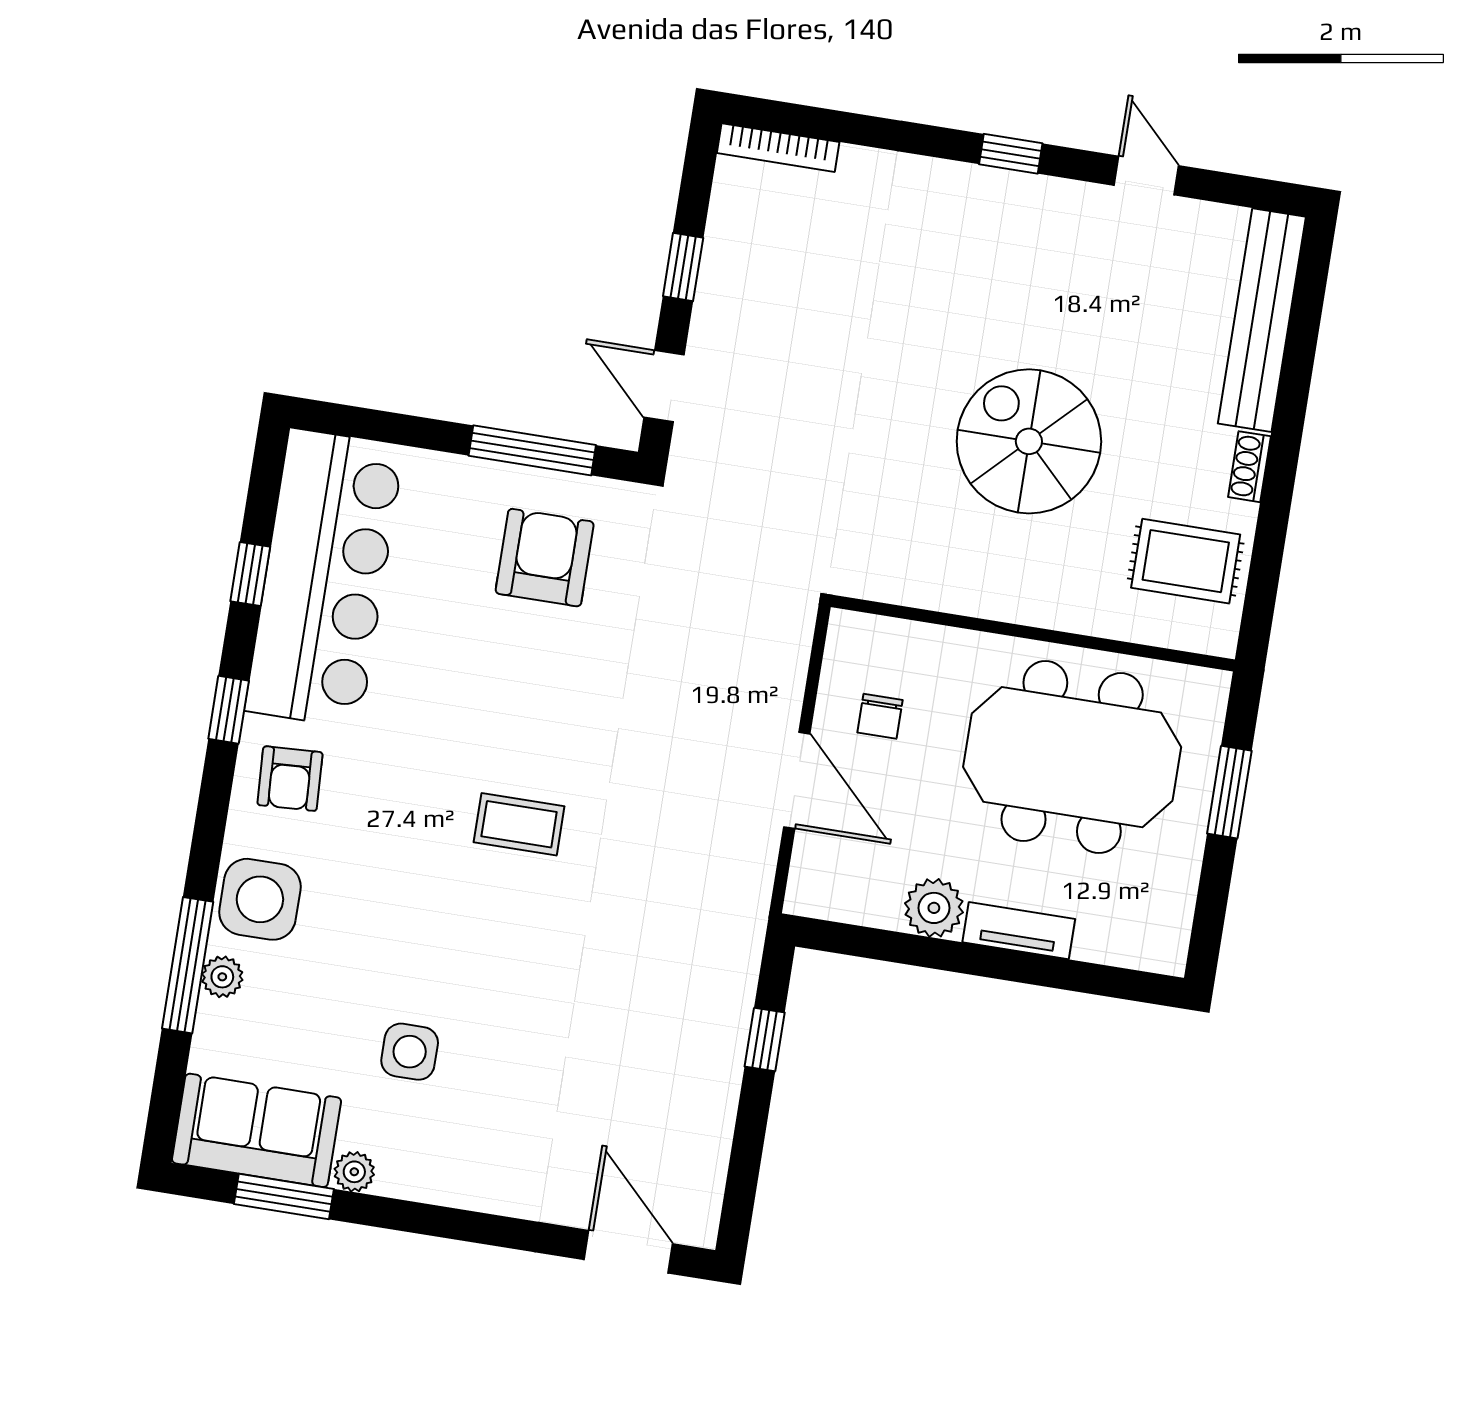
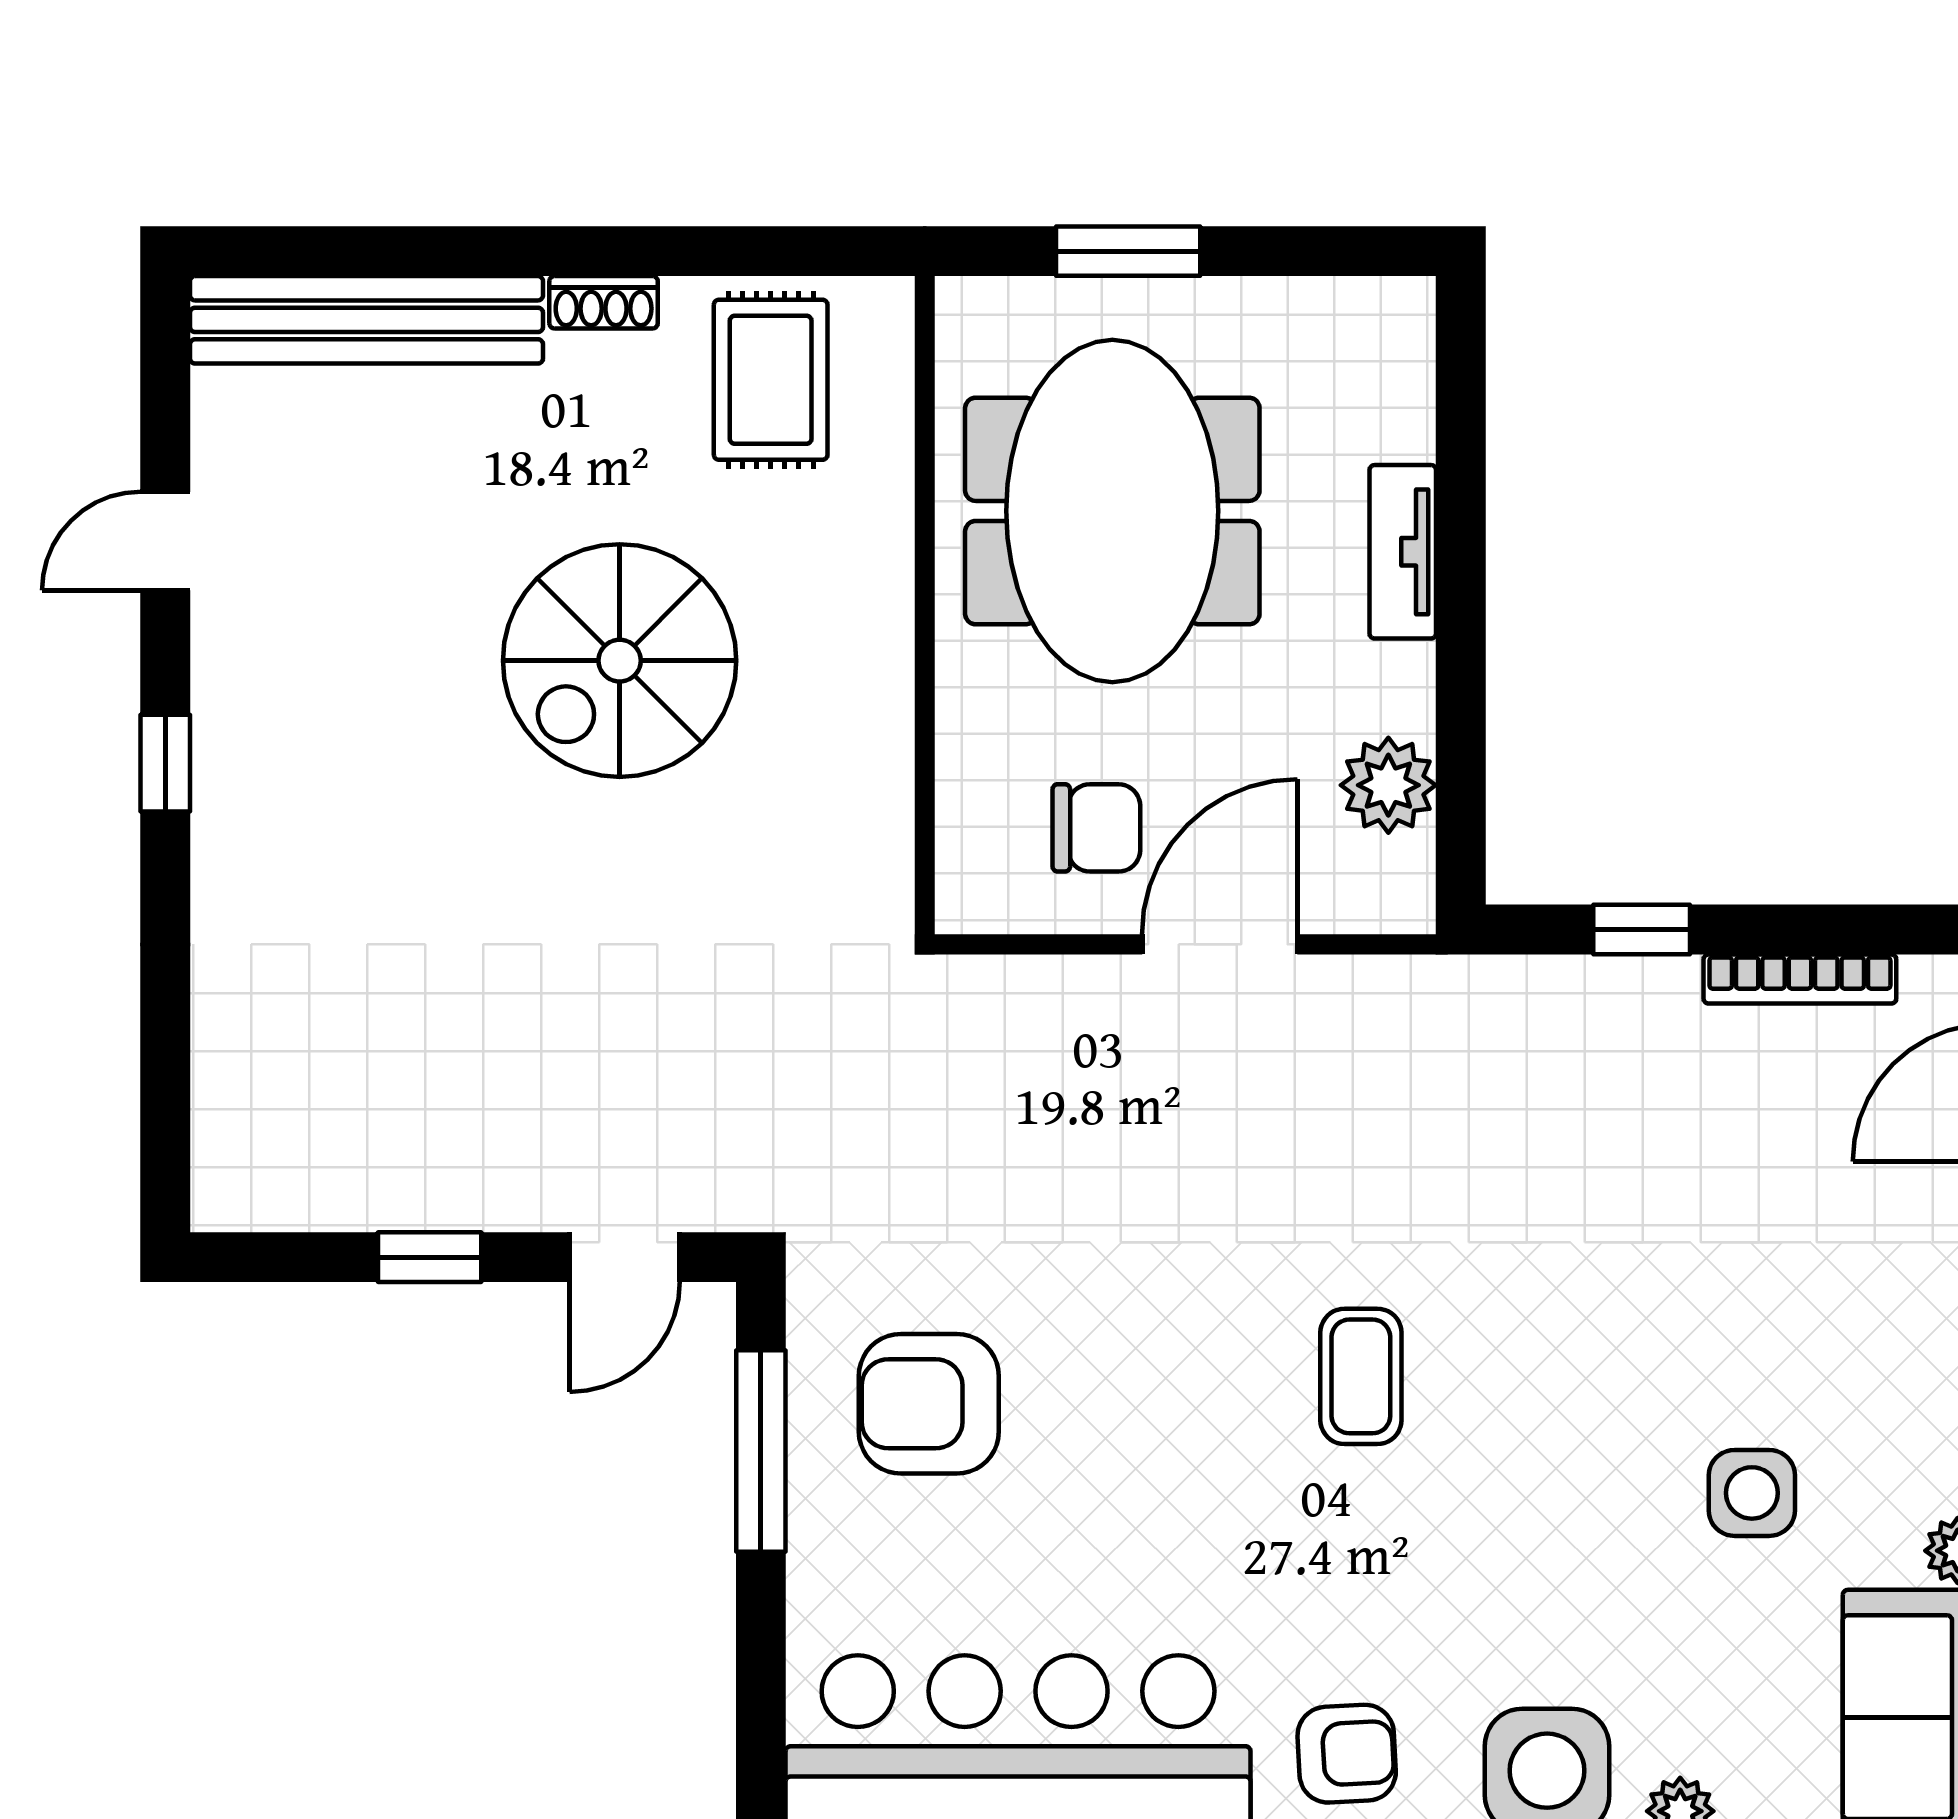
bookcase: (778, 148) -> (1800, 979), moved, turned 90
chair: (880, 716) -> (1096, 828), width x1.37, depth x1.37
plant: (934, 908) -> (1388, 785), moved

